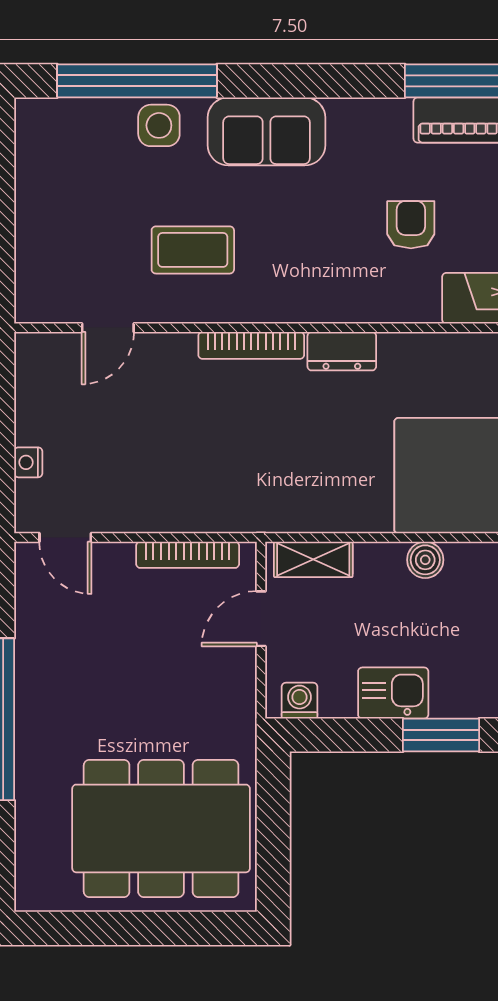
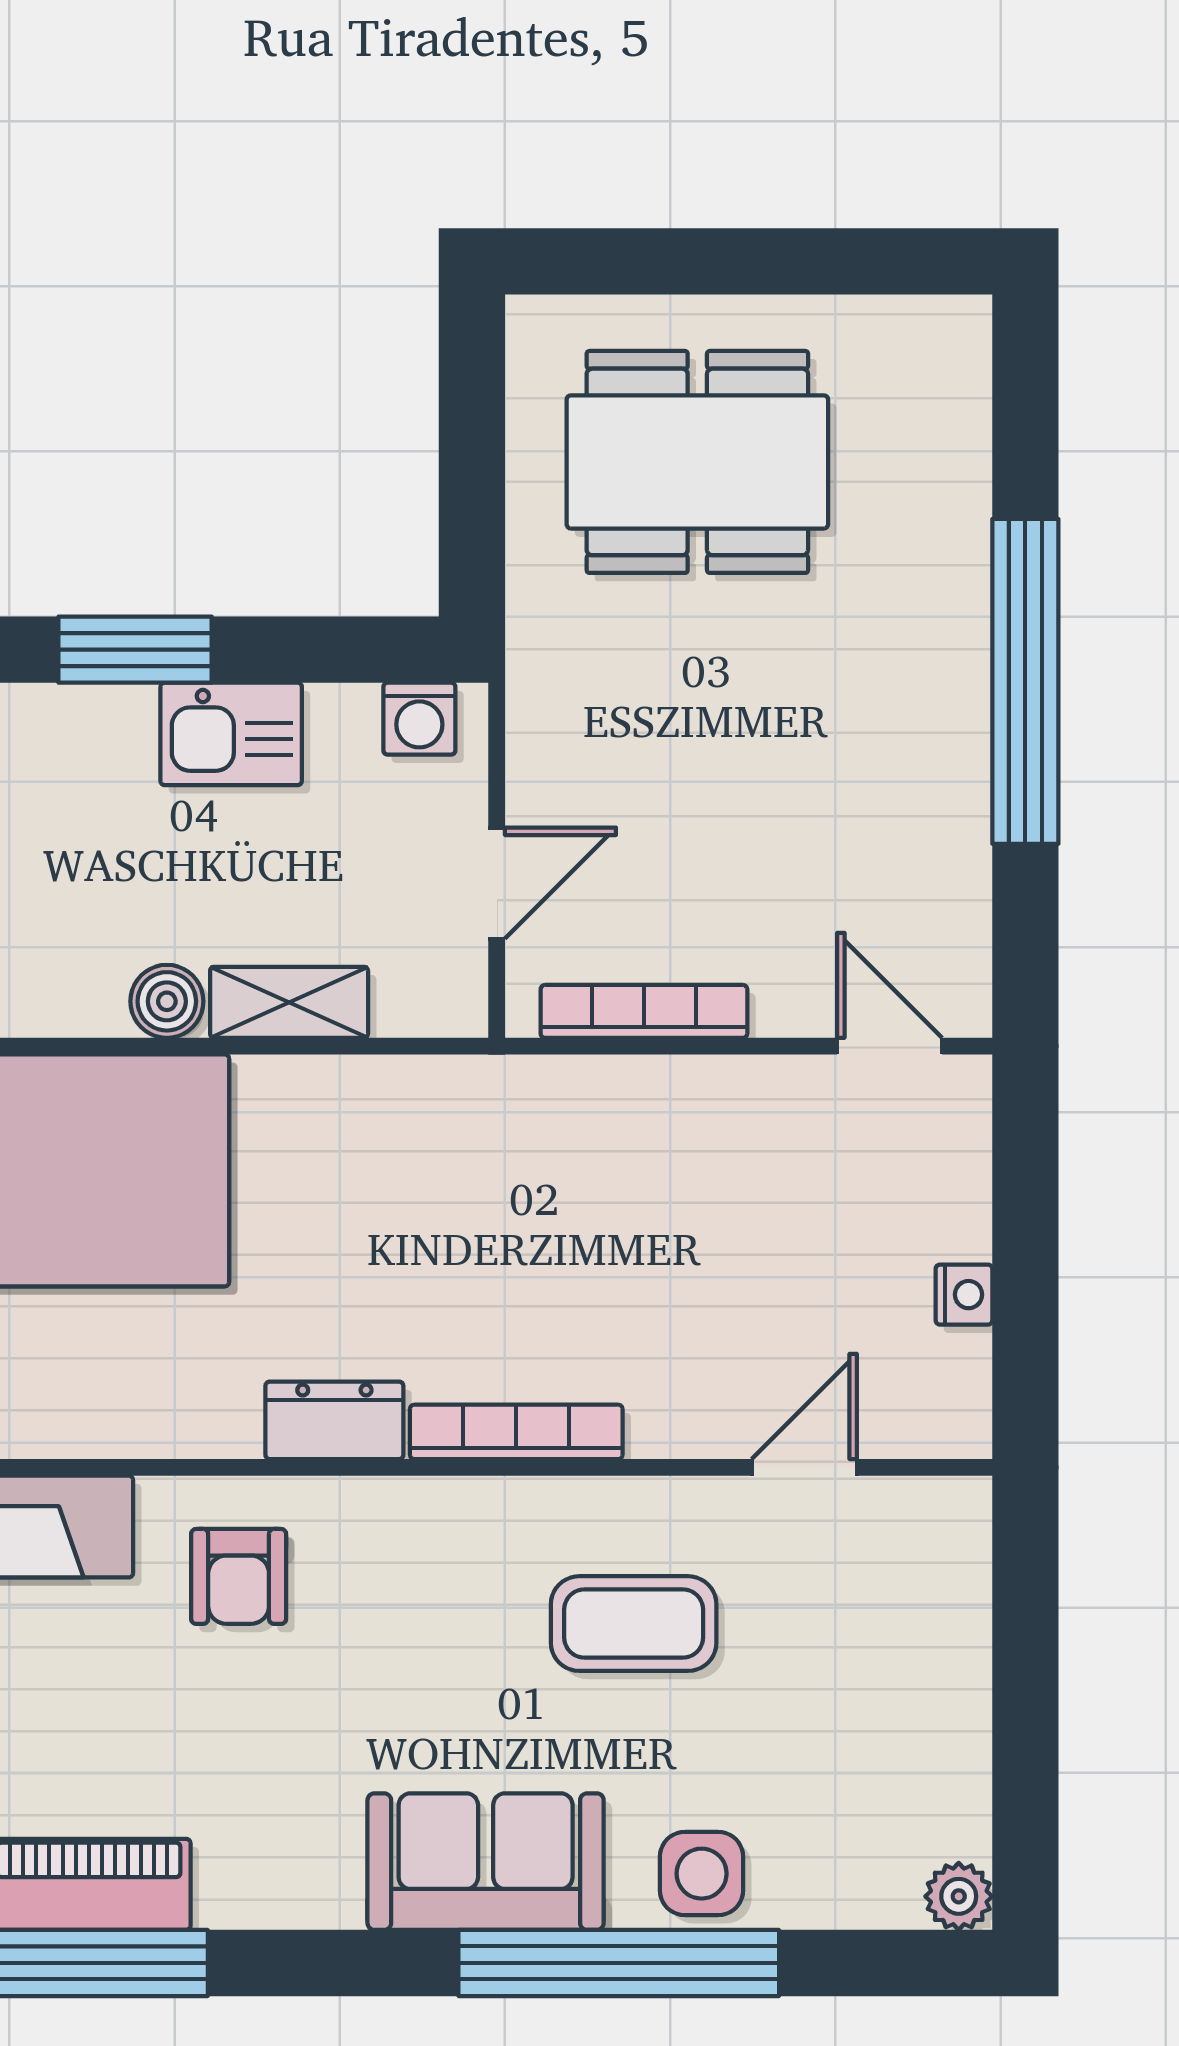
window: (137, 81) -> (619, 1963), moved
plant: (31, 114) -> (959, 1896), added
armchair: (411, 225) -> (239, 1576), moved
nightstand: (28, 462) -> (964, 1295), moved
shelving: (313, 559) -> (289, 1002), moved
dining table: (161, 828) -> (697, 462), width x0.73, depth x0.80

